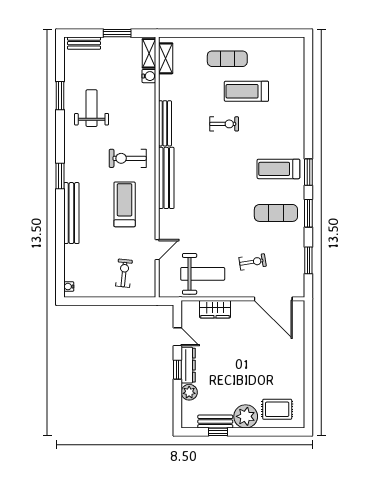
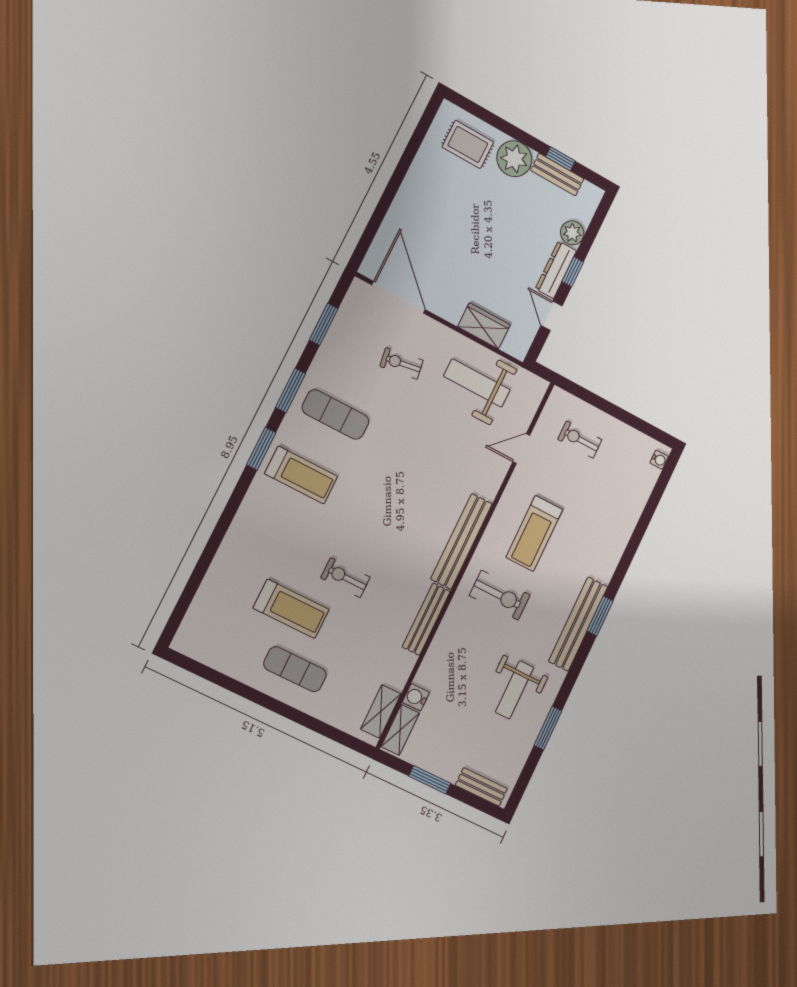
bench: (71, 213) -> (578, 624), moved
exercise bike: (124, 273) -> (580, 439), turned 84

